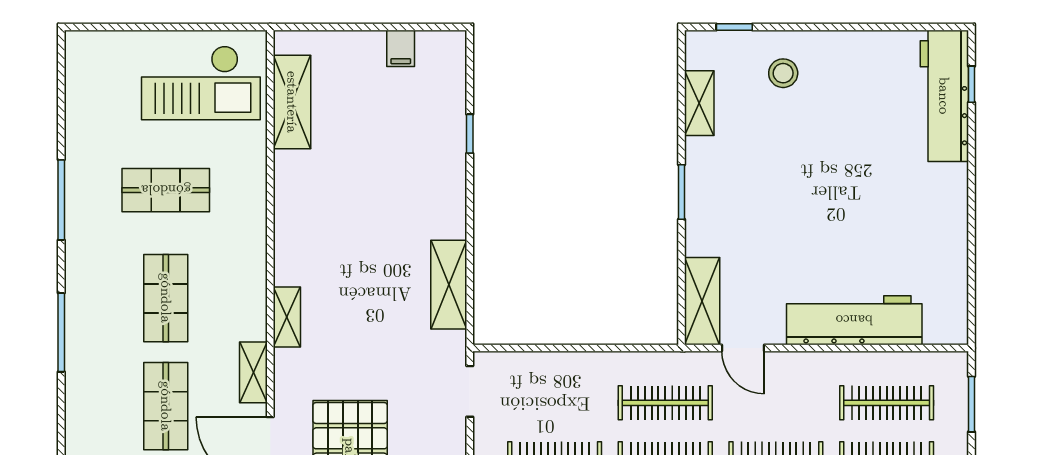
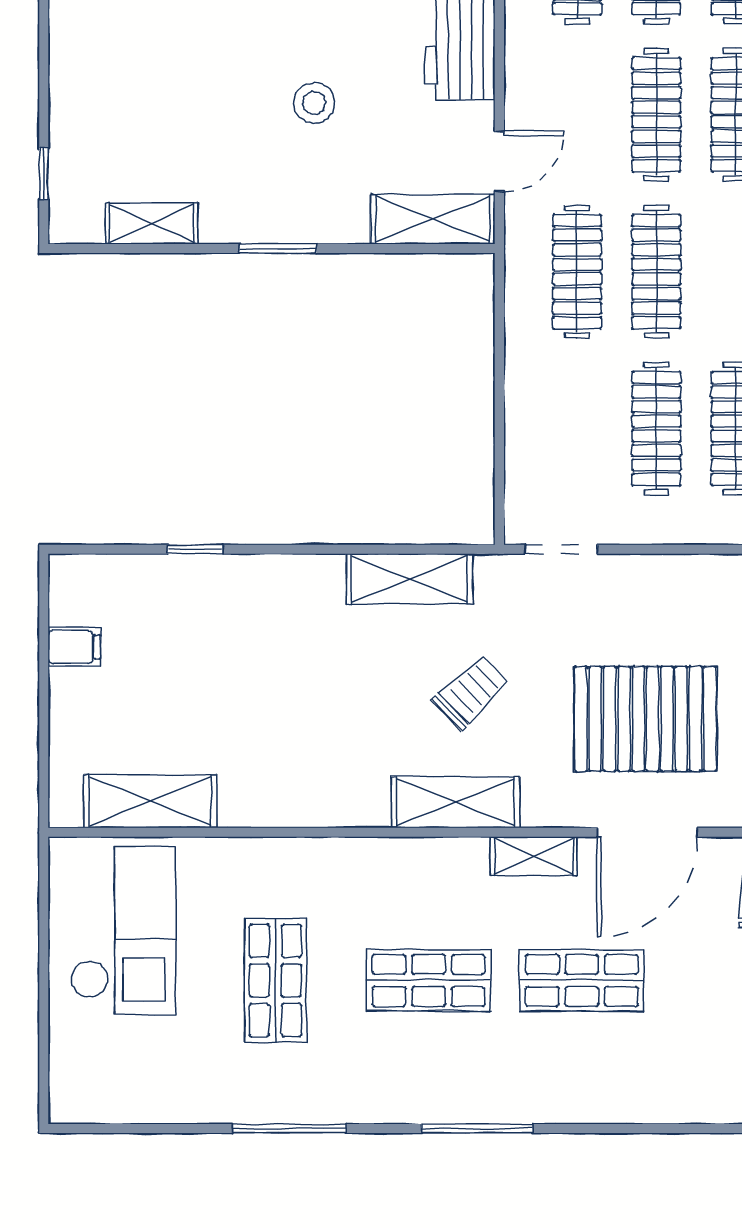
stool: (783, 73) -> (314, 103), moved
shelving: (287, 317) -> (455, 802), width x1.50, depth x1.33
trolley: (369, 328) -> (471, 692), added

